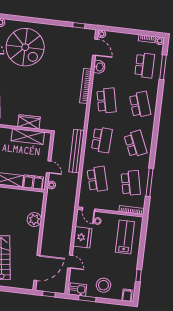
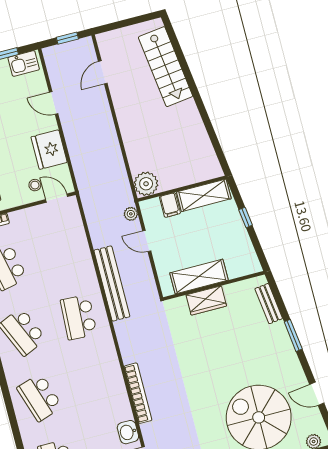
school desk: (106, 101) -> (96, 383), removed
school desk: (97, 179) -> (62, 252), removed
filing cabinet: (33, 182) -> (170, 205), width x0.50
plant: (34, 220) -> (146, 184), moved
door: (37, 268) -> (103, 72), width x0.53

